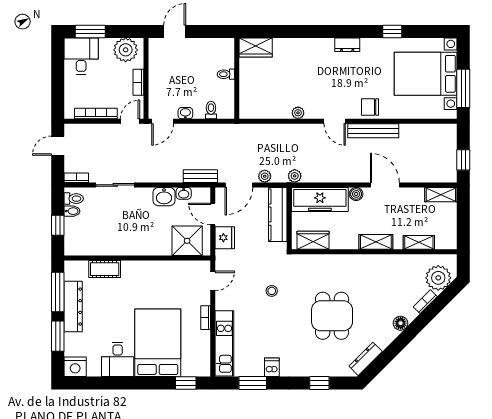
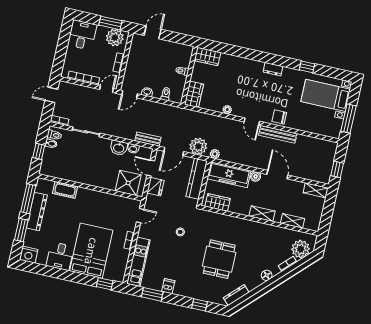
window: (90, 31) -> (110, 23), moved
bed with nightstands: (426, 74) -> (326, 95), width x0.73
wardrobe: (249, 102) -> (194, 94), added
plant: (265, 176) -> (198, 146), width x1.88, depth x1.88

